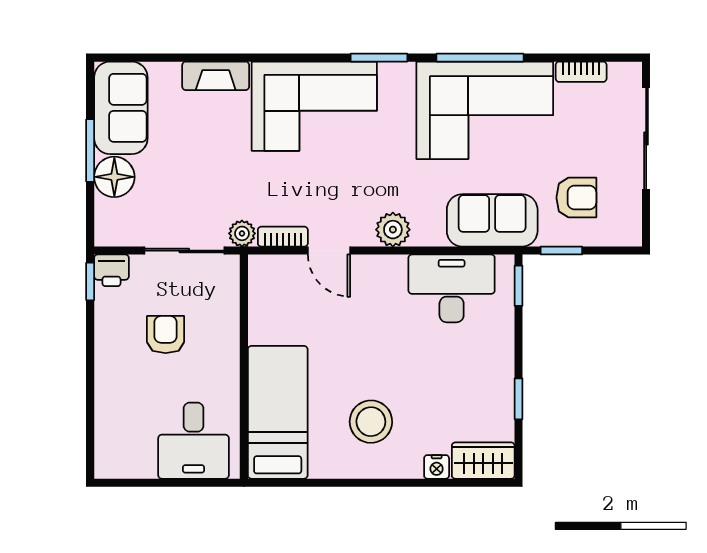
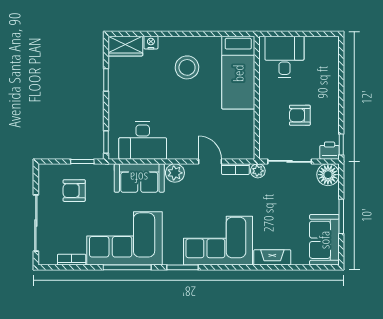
floor lamp: (114, 177) -> (328, 175), moved
sofa: (492, 220) -> (139, 178), moved
armchair: (166, 335) -> (300, 115), turned 90

